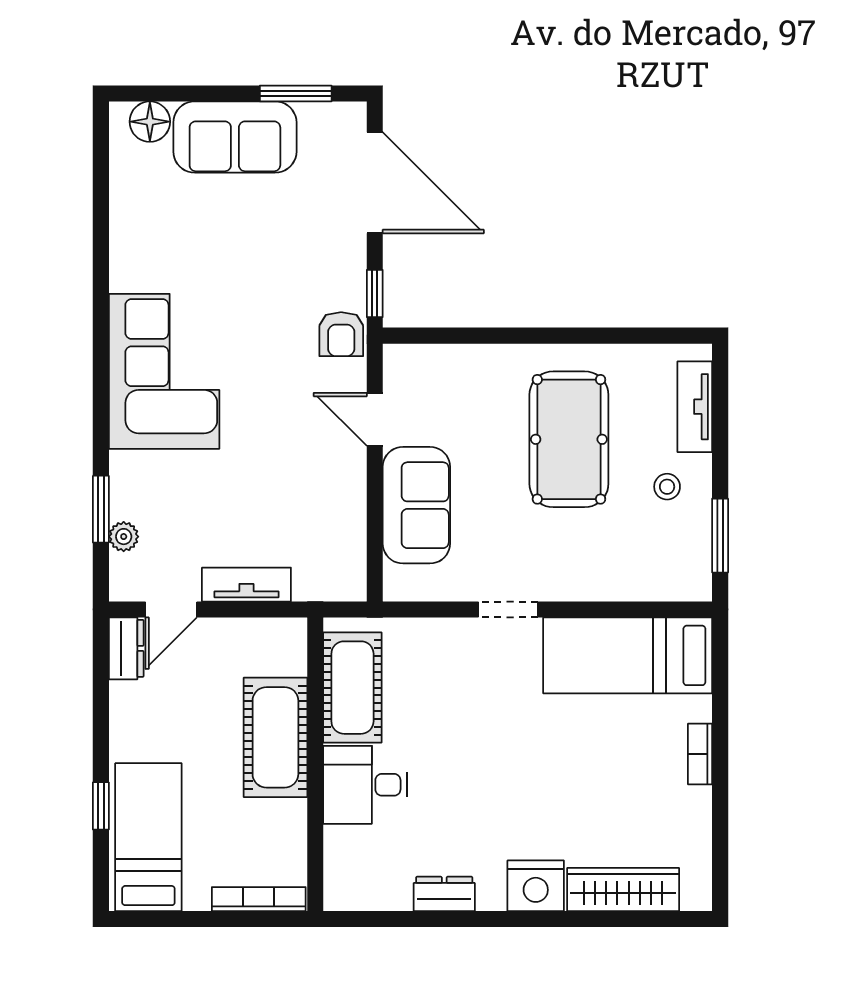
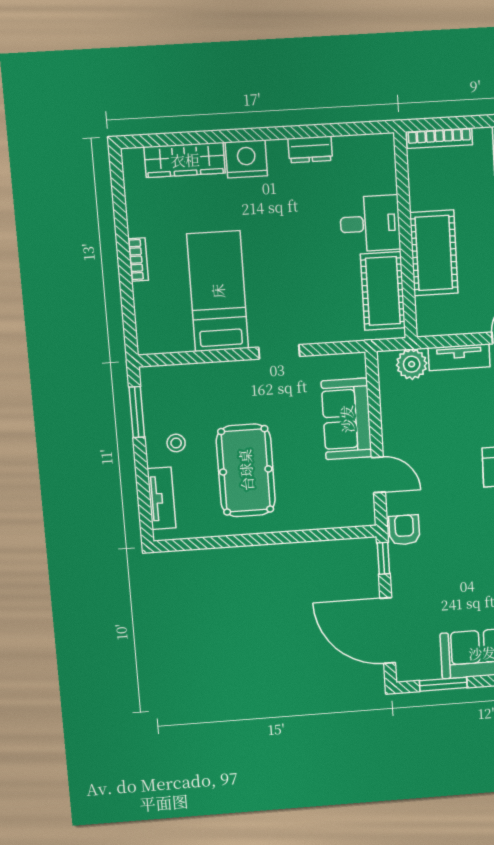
plant: (317, 579) -> (412, 364), added
bed: (628, 655) -> (218, 291), moved, turned -90

